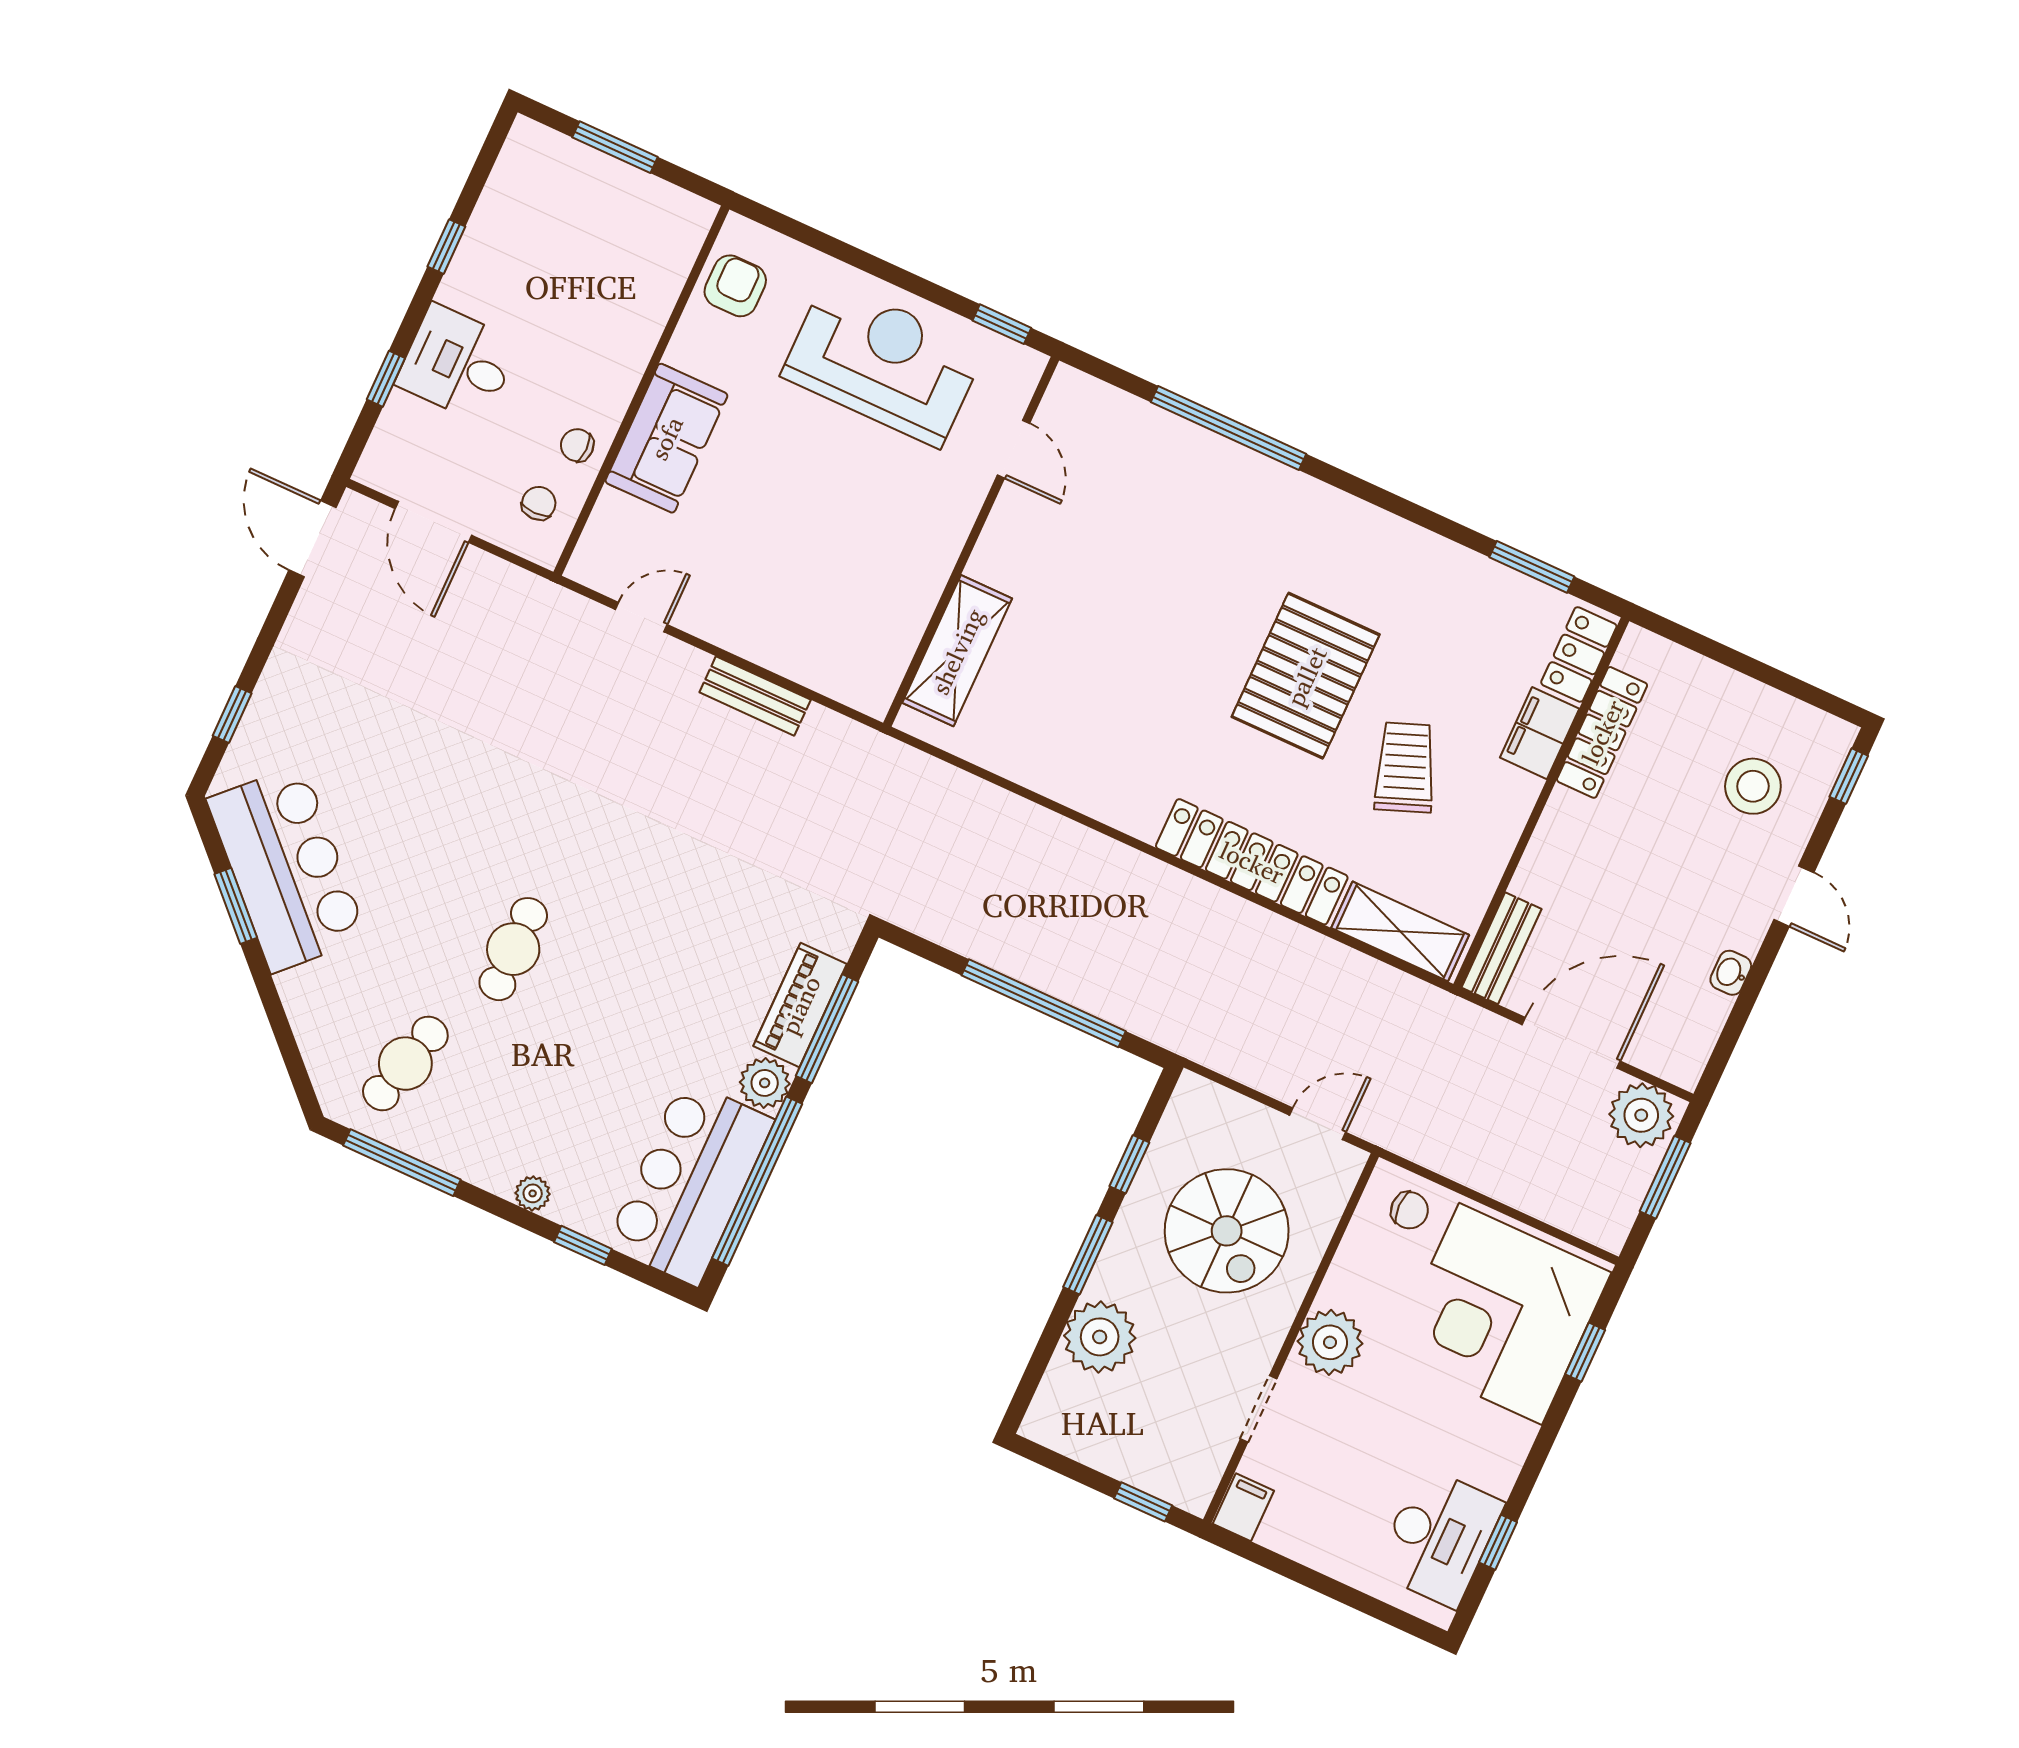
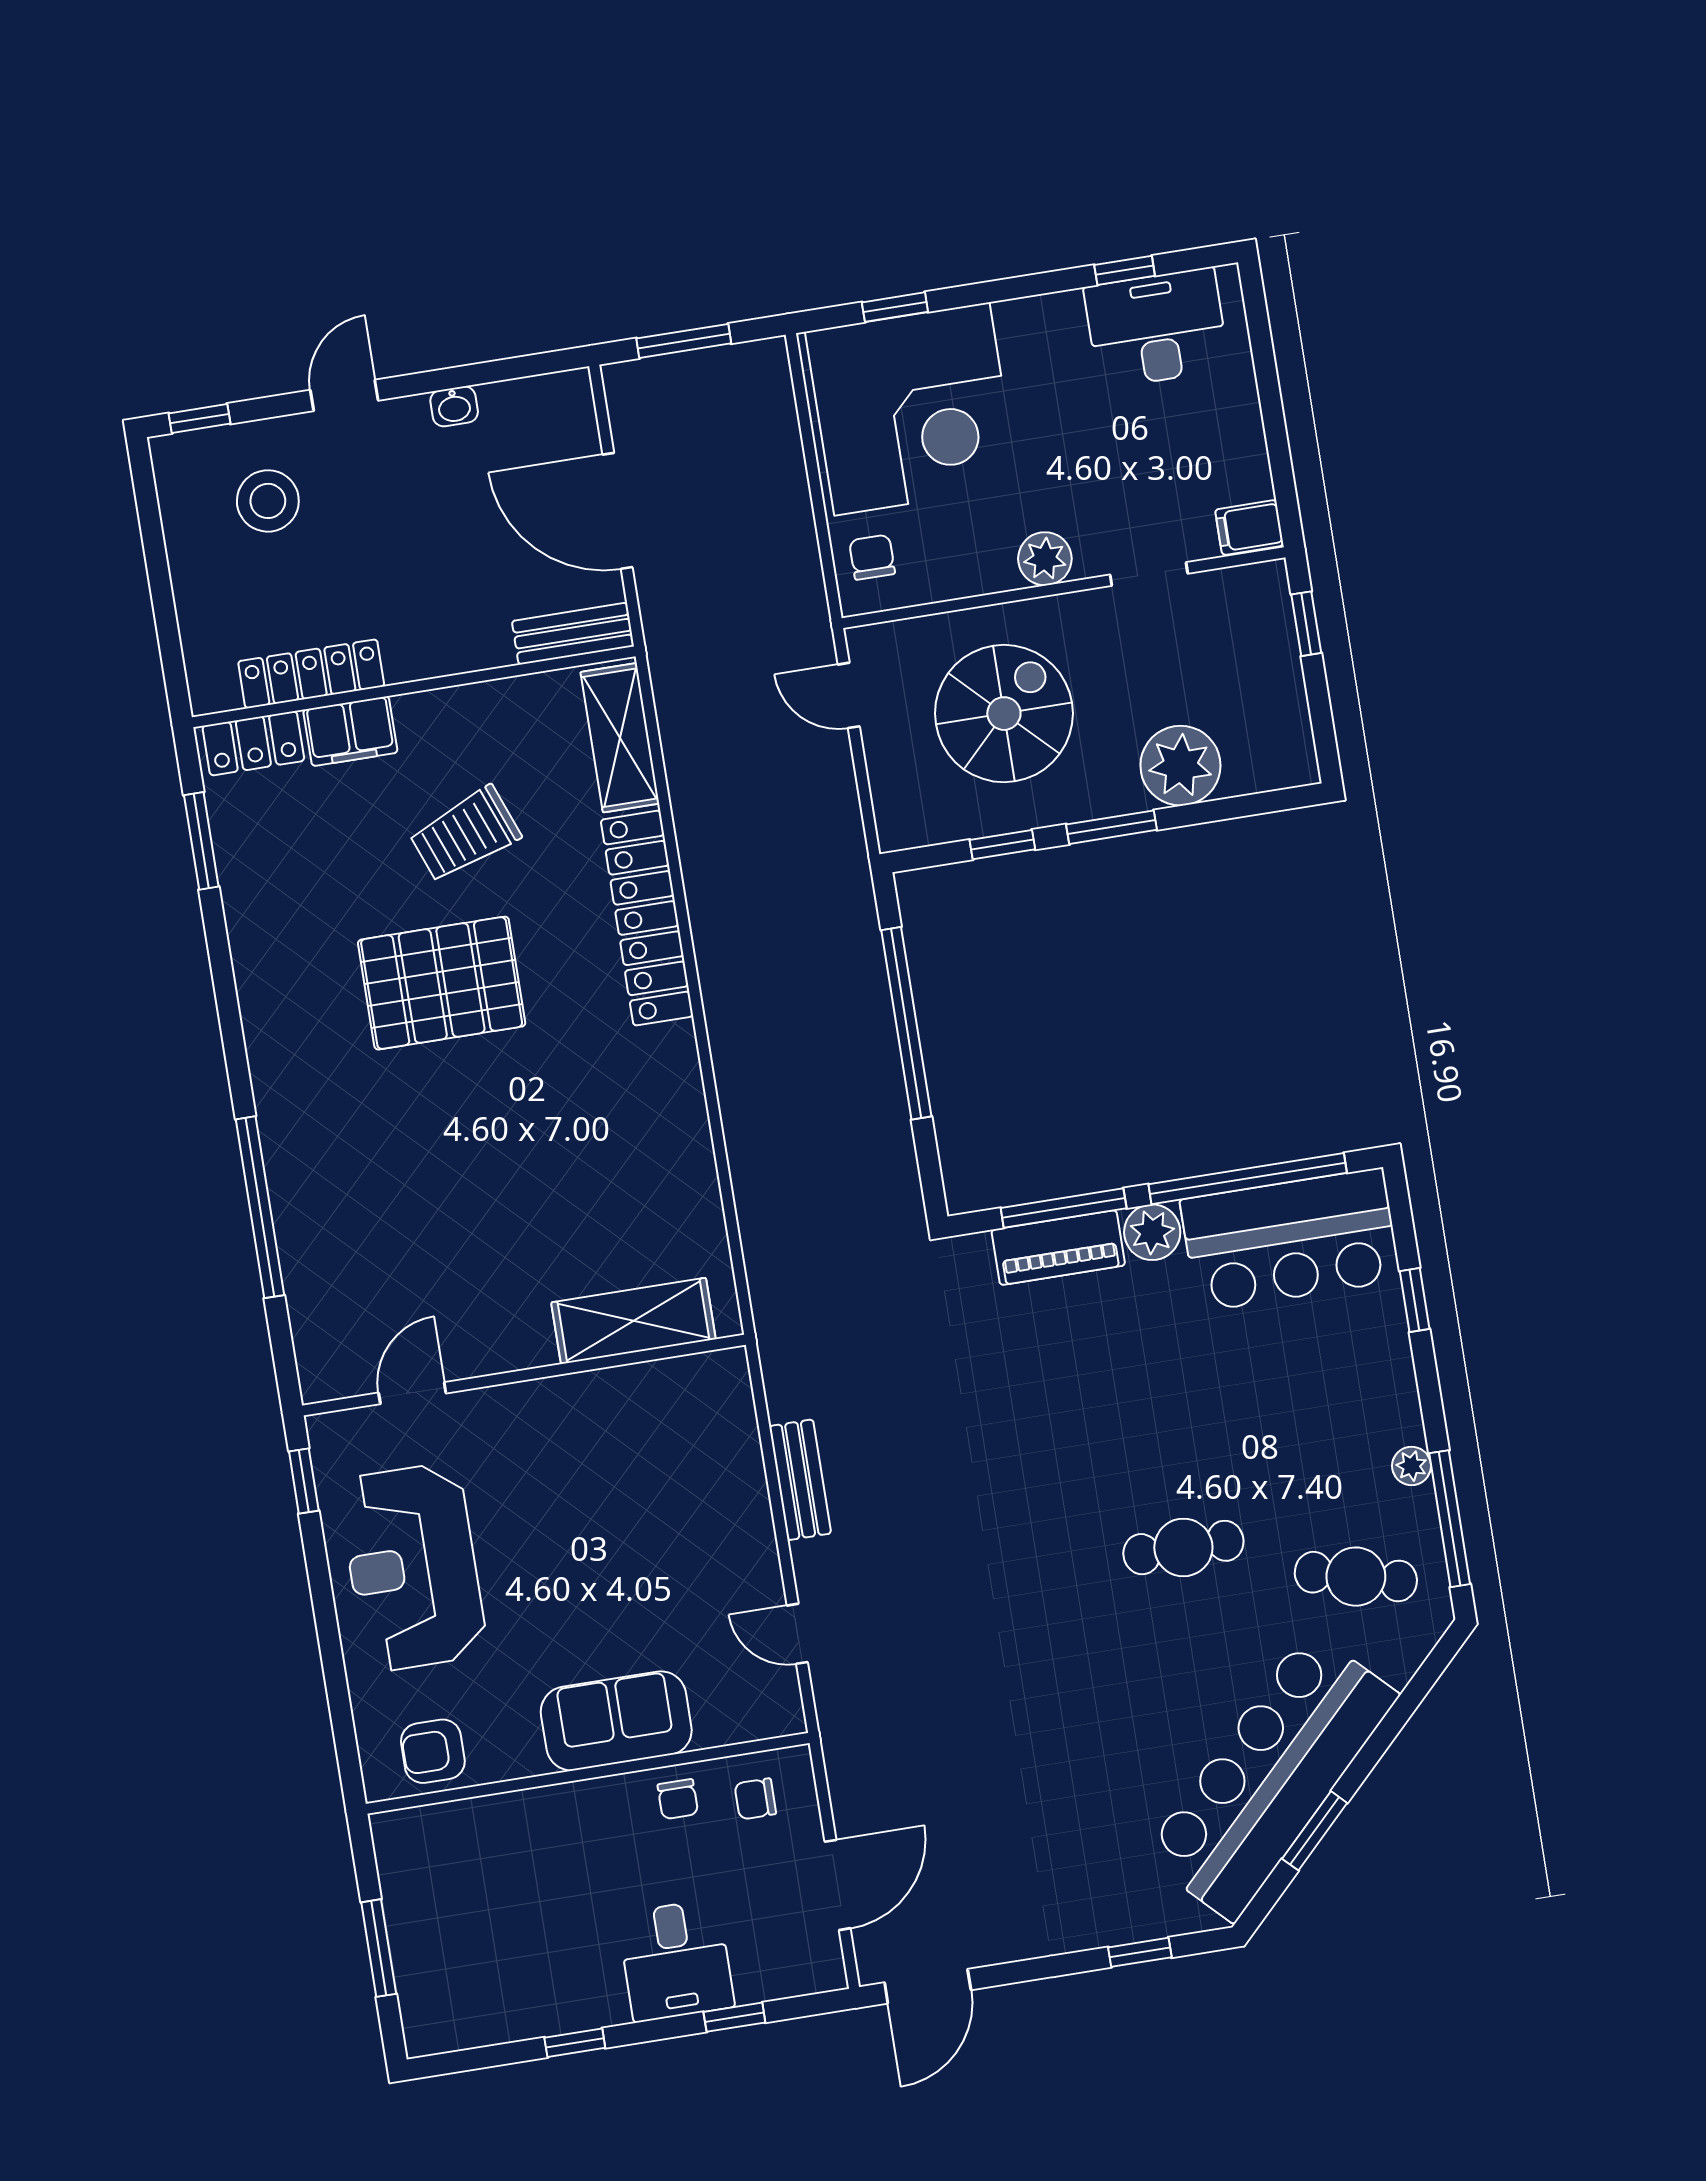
bar counter: (287, 868) -> (1271, 1776), width x1.36
plant: (1641, 1115) -> (641, 401), removed
plant: (533, 1193) -> (1411, 1466), moved
plant: (1330, 1342) -> (1045, 559), width x0.73, depth x0.73

